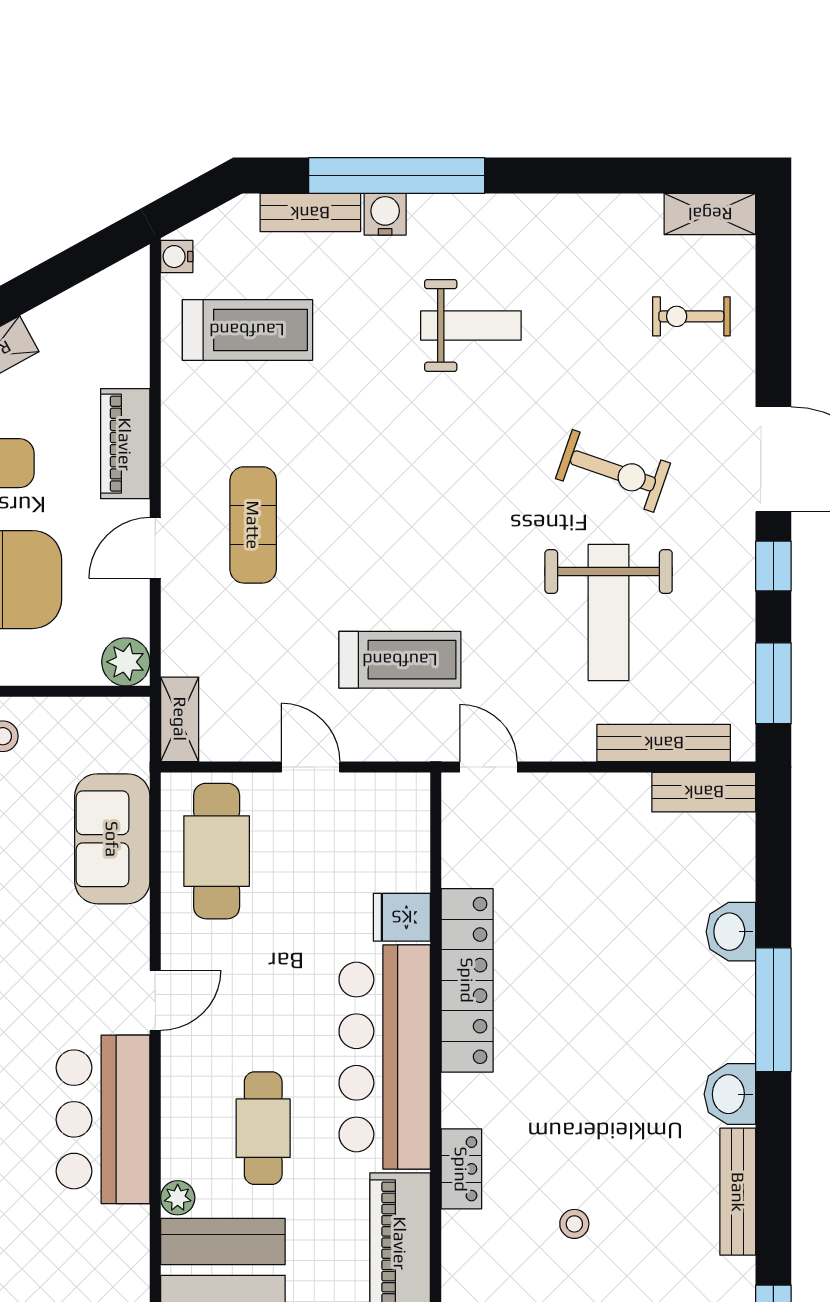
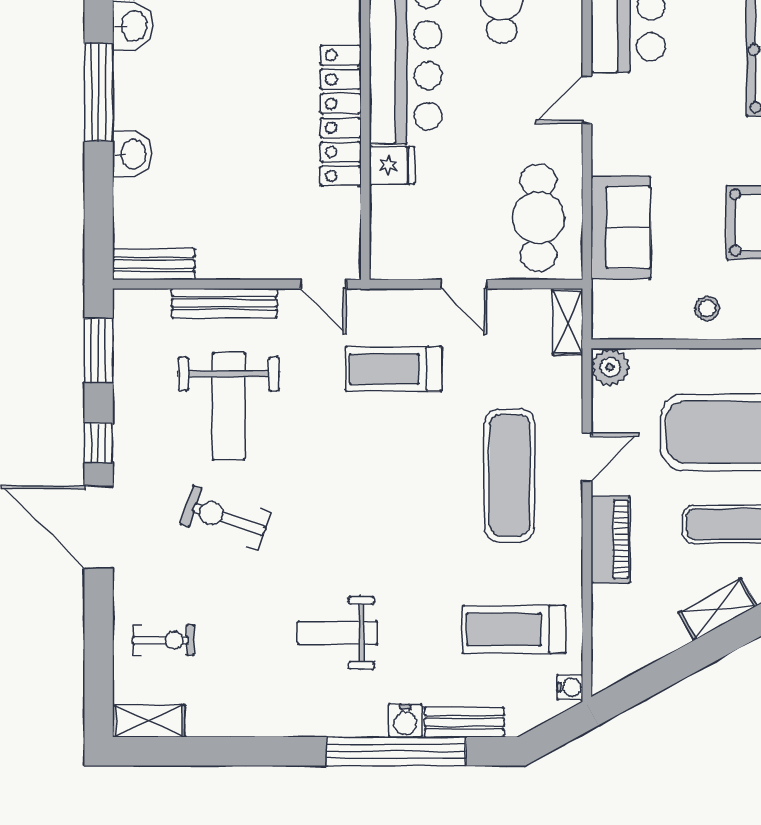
exercise mat: (253, 525) -> (510, 475), width x1.36, depth x1.45
weight bench: (609, 612) -> (229, 406), turned 180
bench: (664, 743) -> (224, 303), moved

